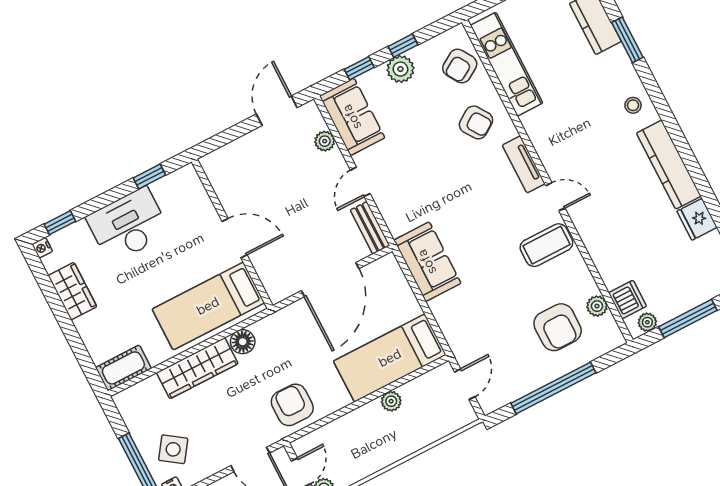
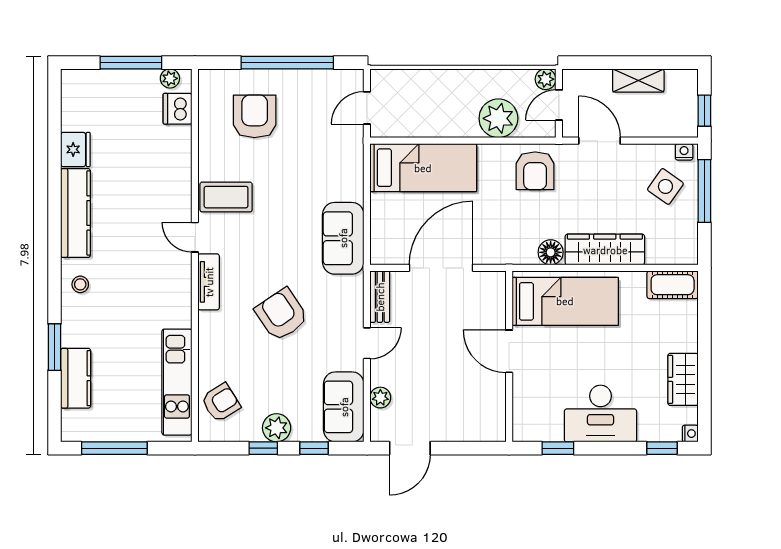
armchair: (476, 122) -> (282, 314), moved, width x1.38, depth x1.38
plant: (597, 306) -> (209, 117), removed
plant: (391, 401) -> (498, 118), moved, width x1.88, depth x1.88

